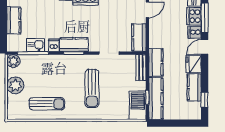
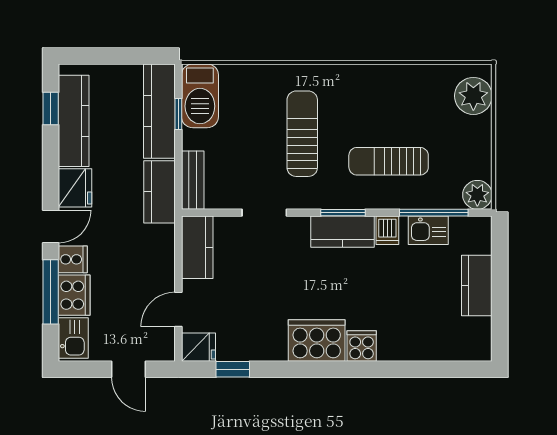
plant: (15, 85) -> (473, 96), moved
kitchen counter: (194, 87) -> (74, 121), width x1.50
sun lounger: (47, 104) -> (389, 161), moved

